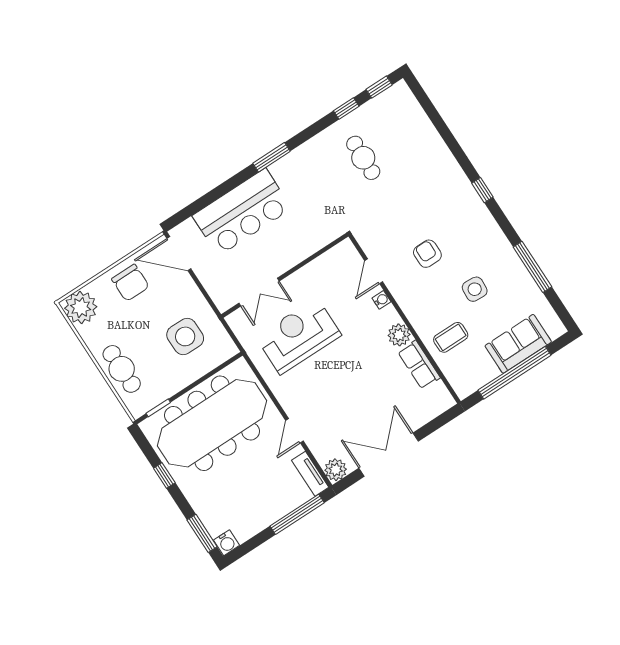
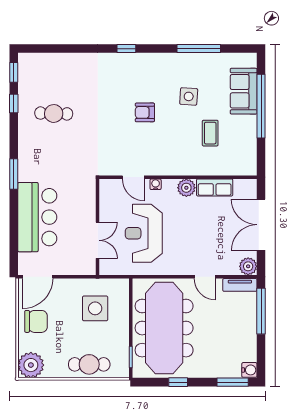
door: (374, 271) -> (133, 177), moved
water cooler: (381, 300) -> (156, 184), moved
wall: (405, 319) -> (178, 177), moved
plant: (399, 335) -> (186, 188), moved
row of seats: (419, 365) -> (215, 187), moved

